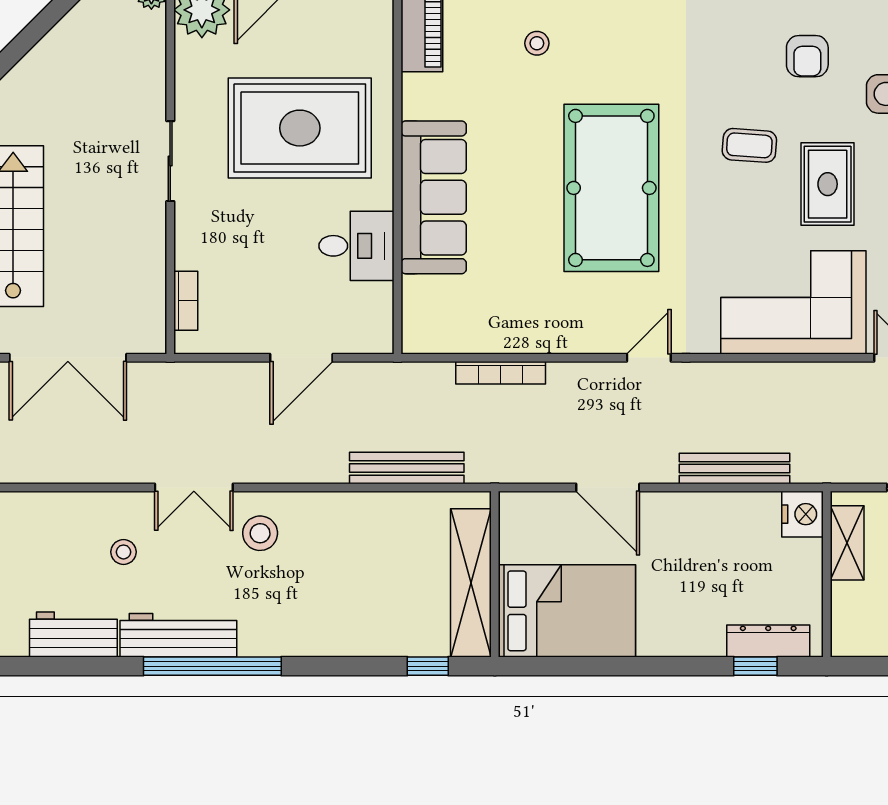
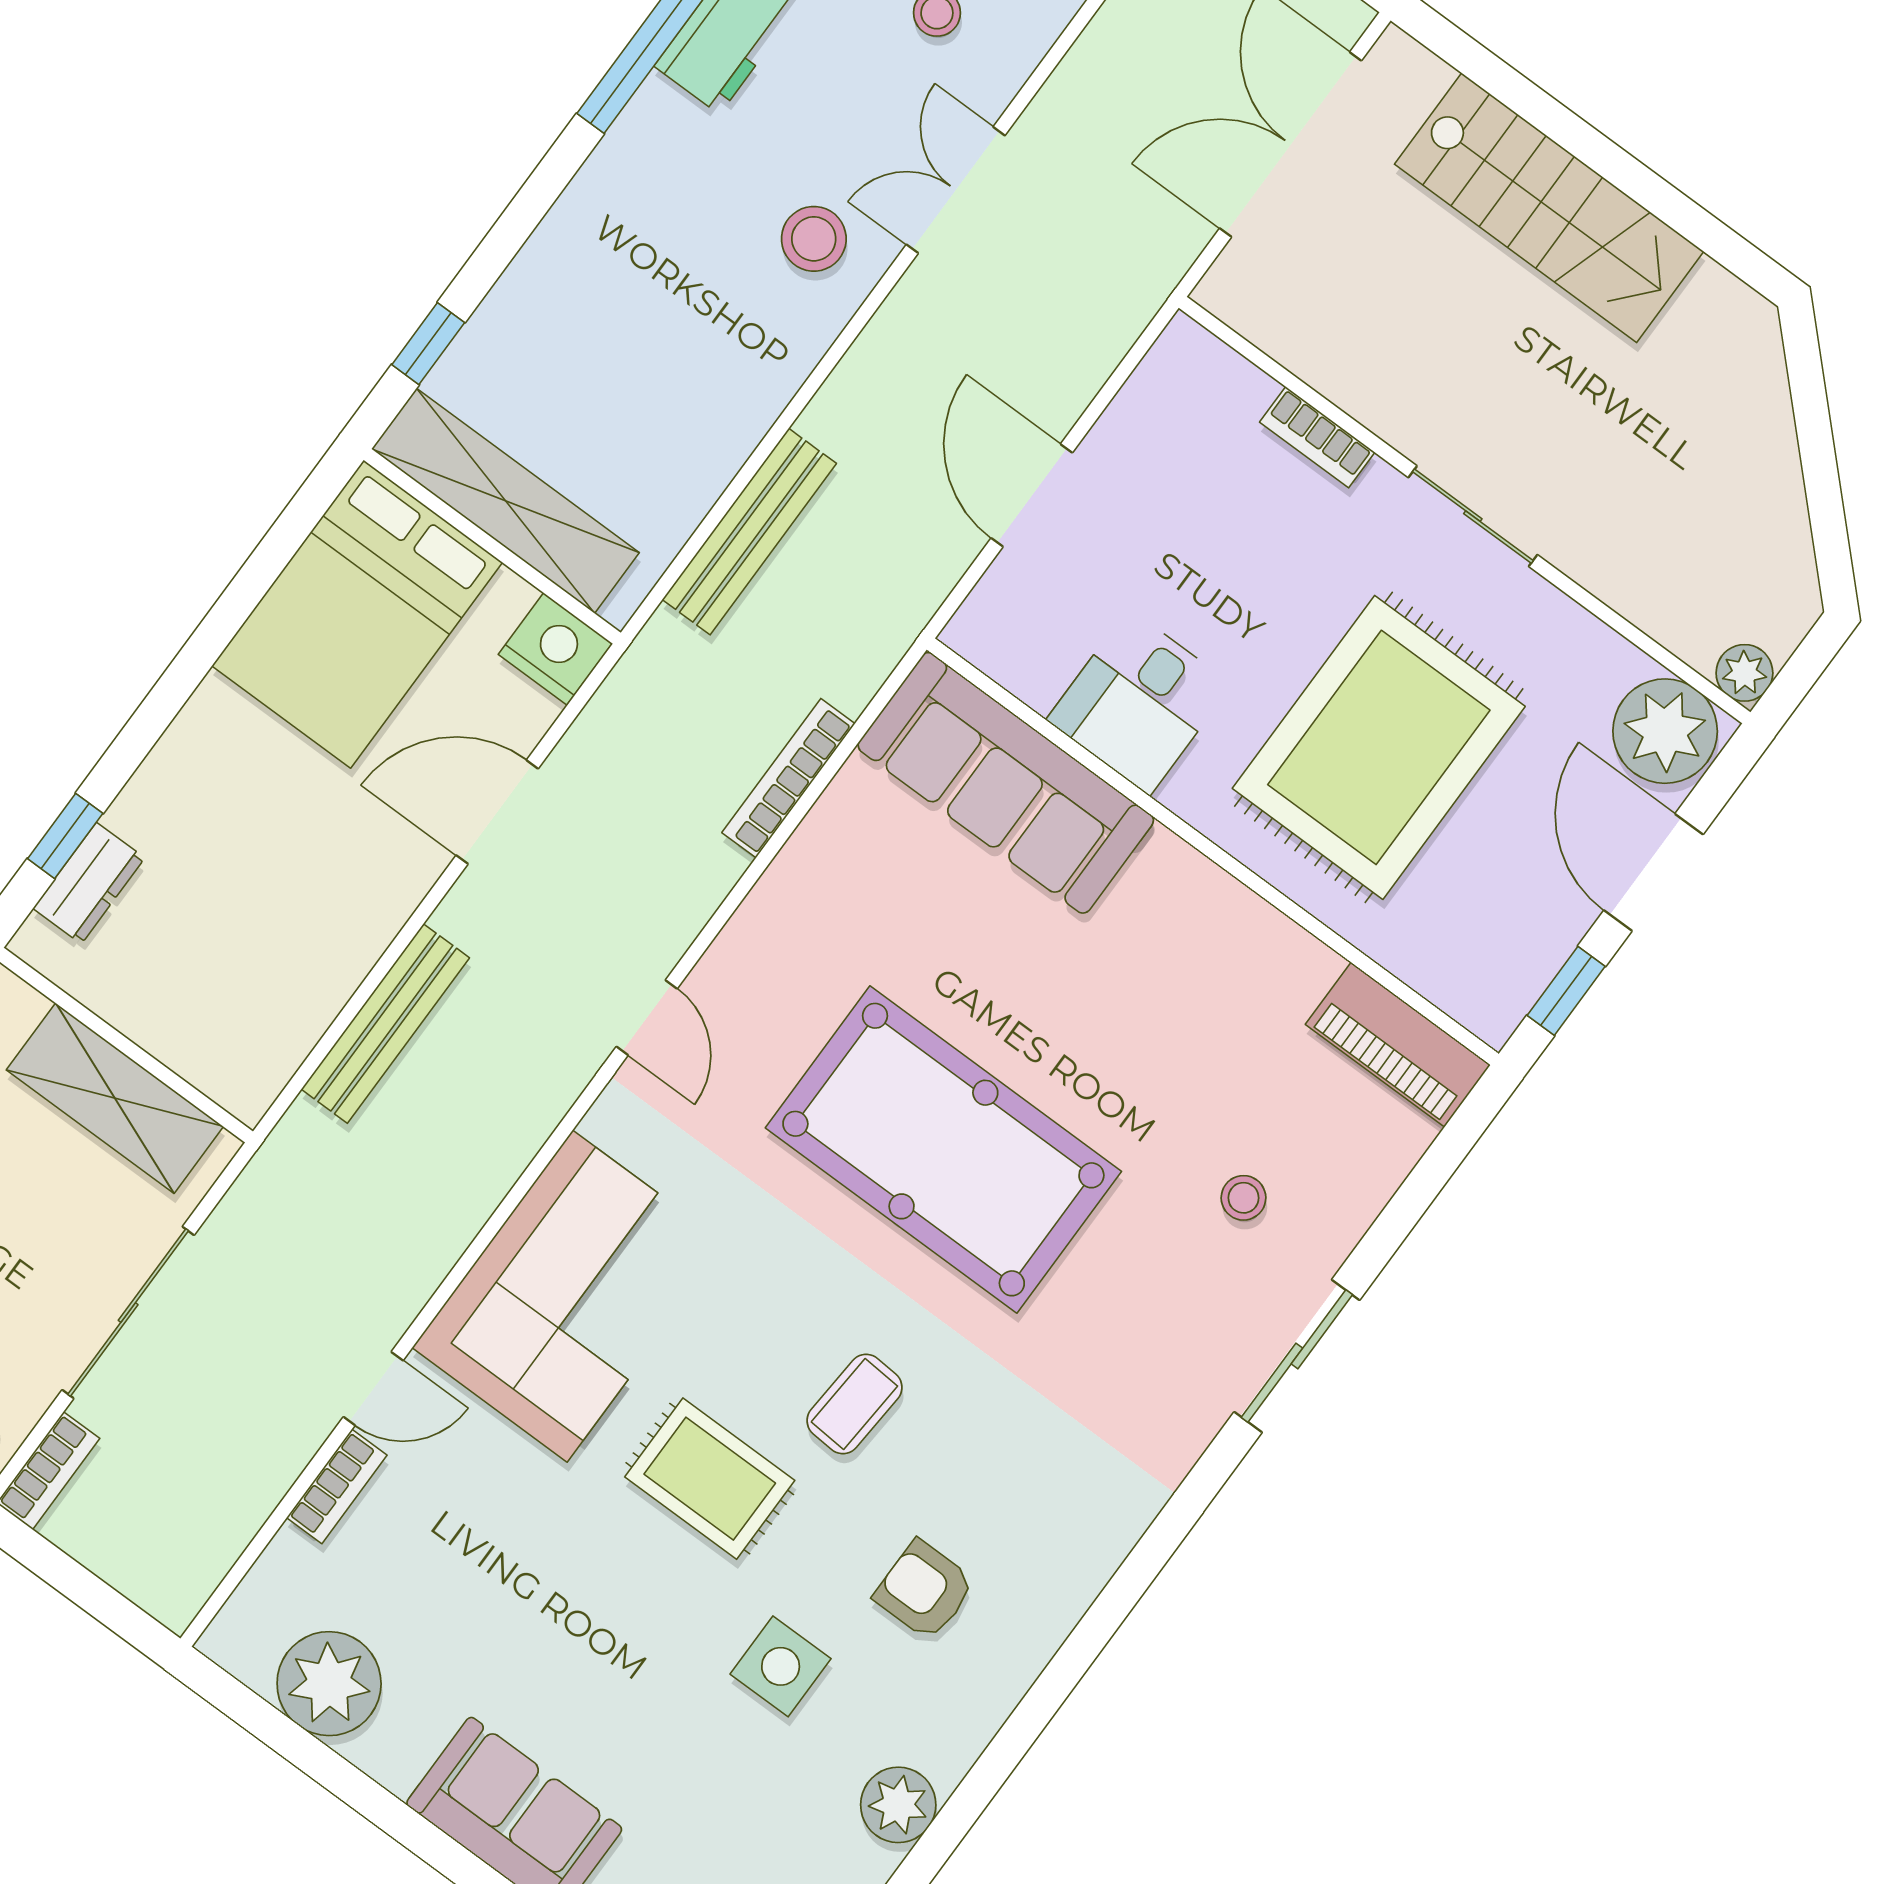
sofa: (434, 197) -> (1006, 783), moved
bookcase: (186, 301) -> (1317, 437), moved
nightstand: (803, 514) -> (555, 649), moved, turned 180
shelving: (847, 543) -> (115, 1098), width x1.50, depth x1.33
dresser: (768, 641) -> (89, 883), width x0.70

